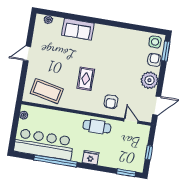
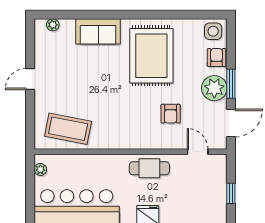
window: (166, 51) -> (231, 84), moved
rug: (86, 79) -> (151, 56), moved, width x1.86, depth x2.06
armchair: (111, 102) -> (171, 114), moved

